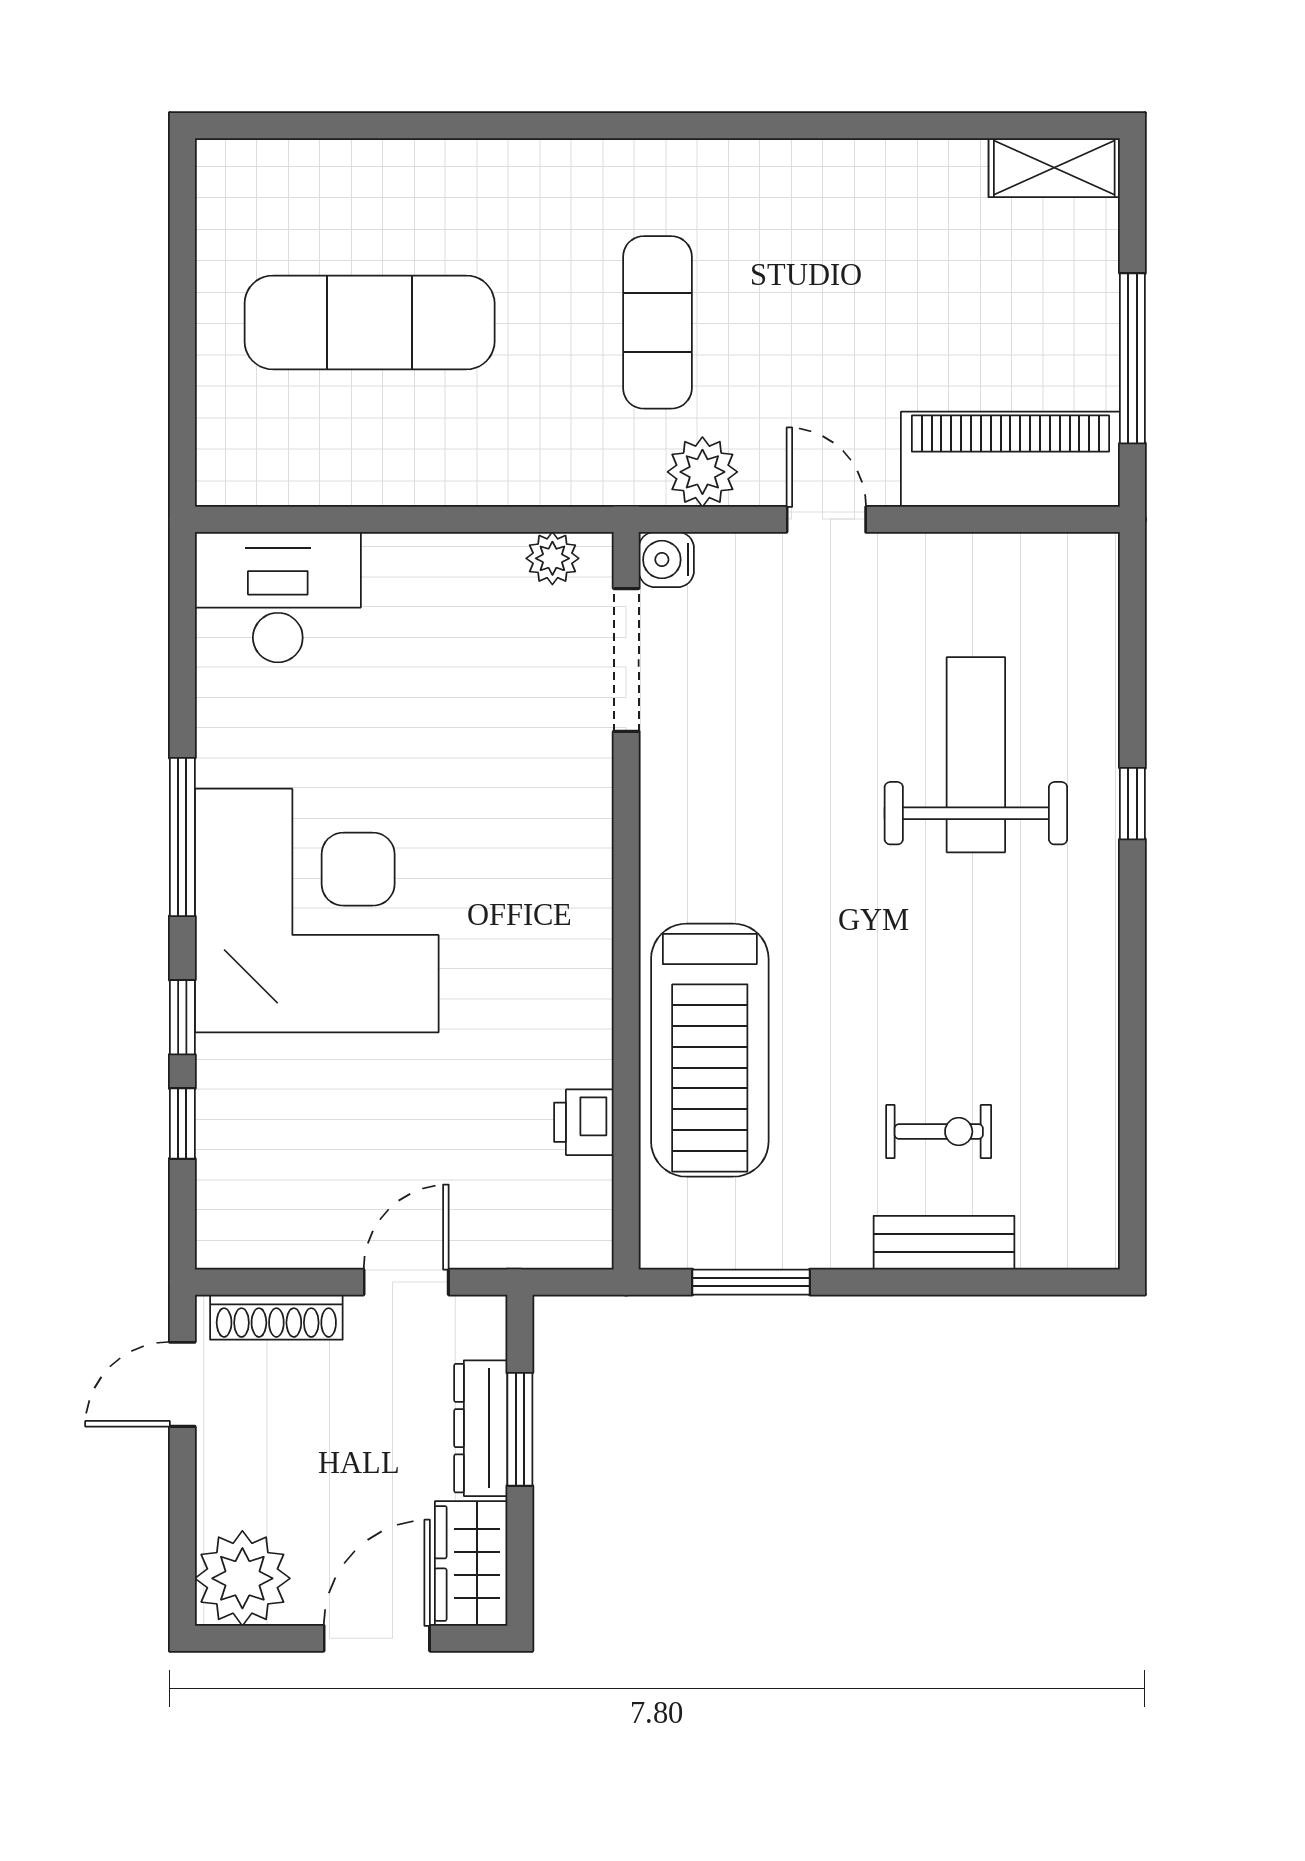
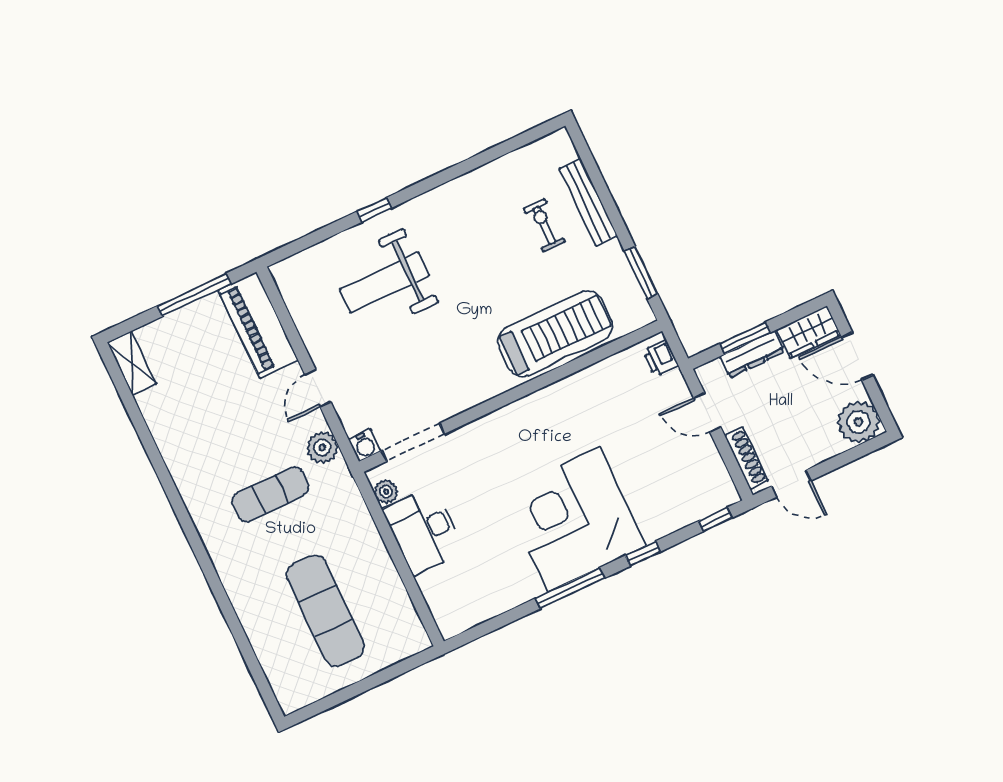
desk: (278, 597) -> (424, 531), moved
printer: (584, 1122) -> (661, 358), moved, turned 90
window: (182, 1124) -> (715, 519), moved
bench: (944, 1243) -> (588, 202), width x1.36

